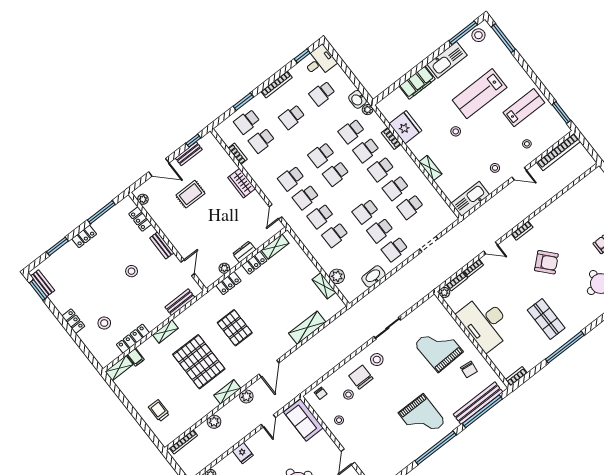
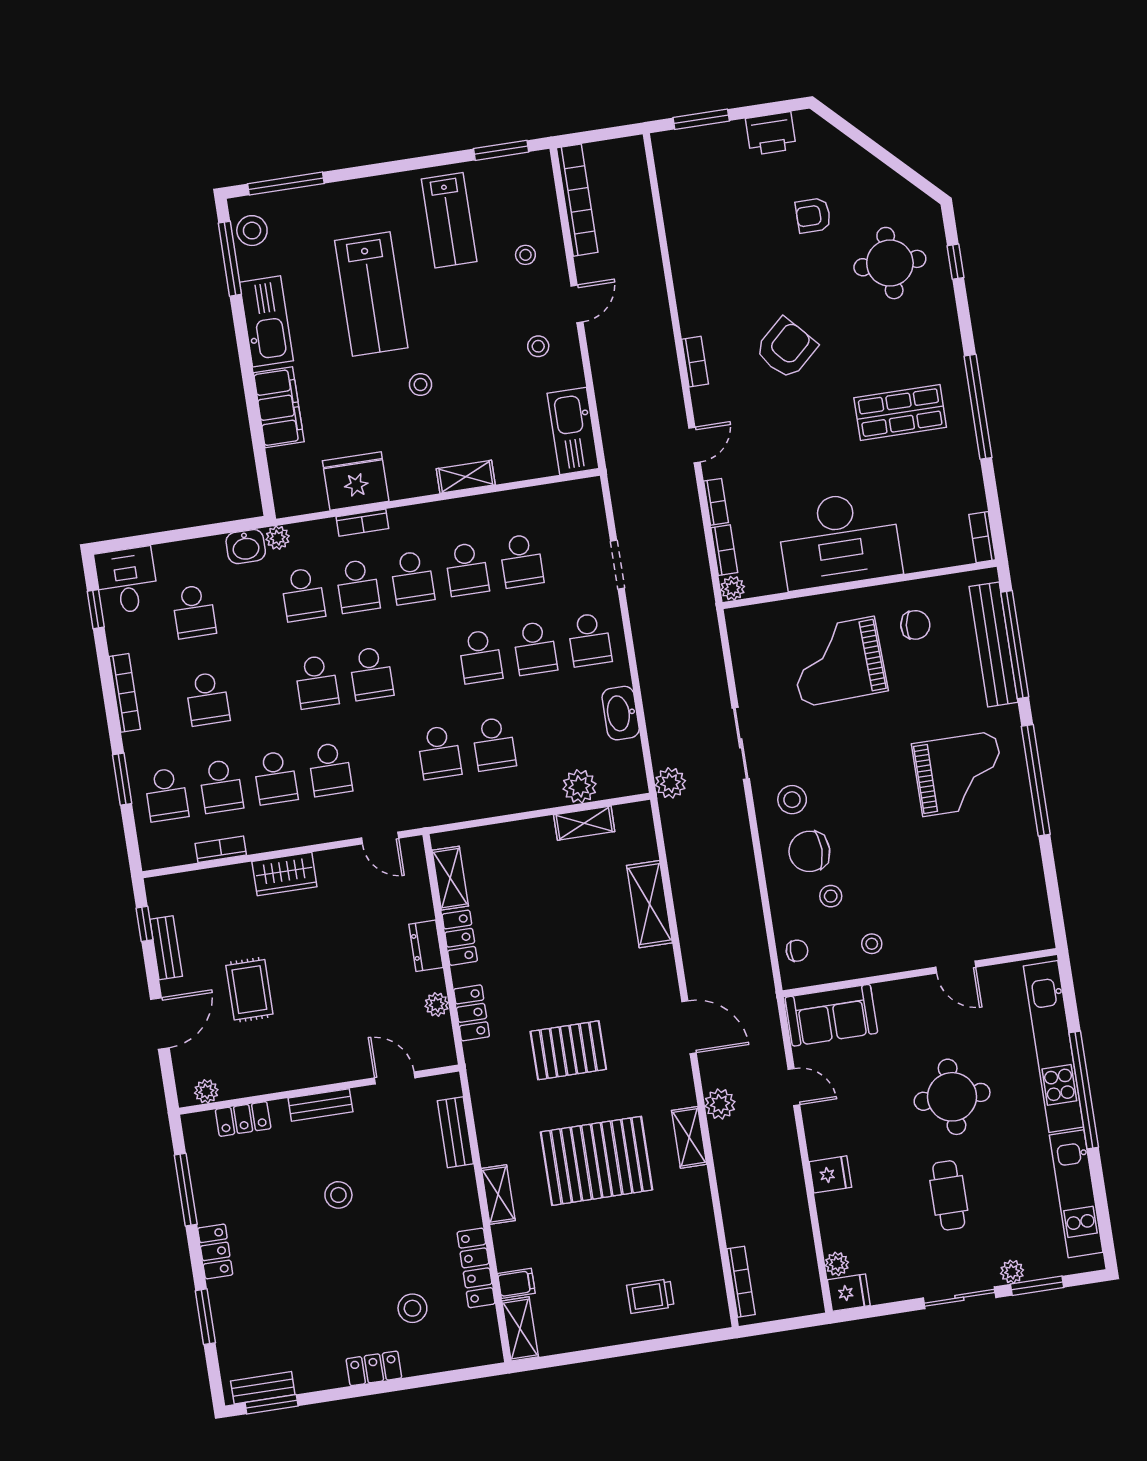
lab bench: (524, 108) -> (449, 220), turned 180
school desk: (306, 197) -> (276, 778), moved
plant: (214, 422) -> (670, 783), moved

